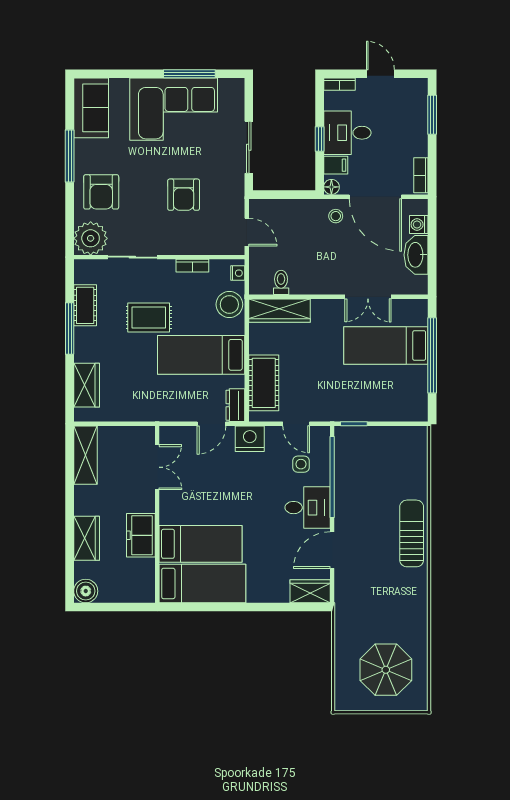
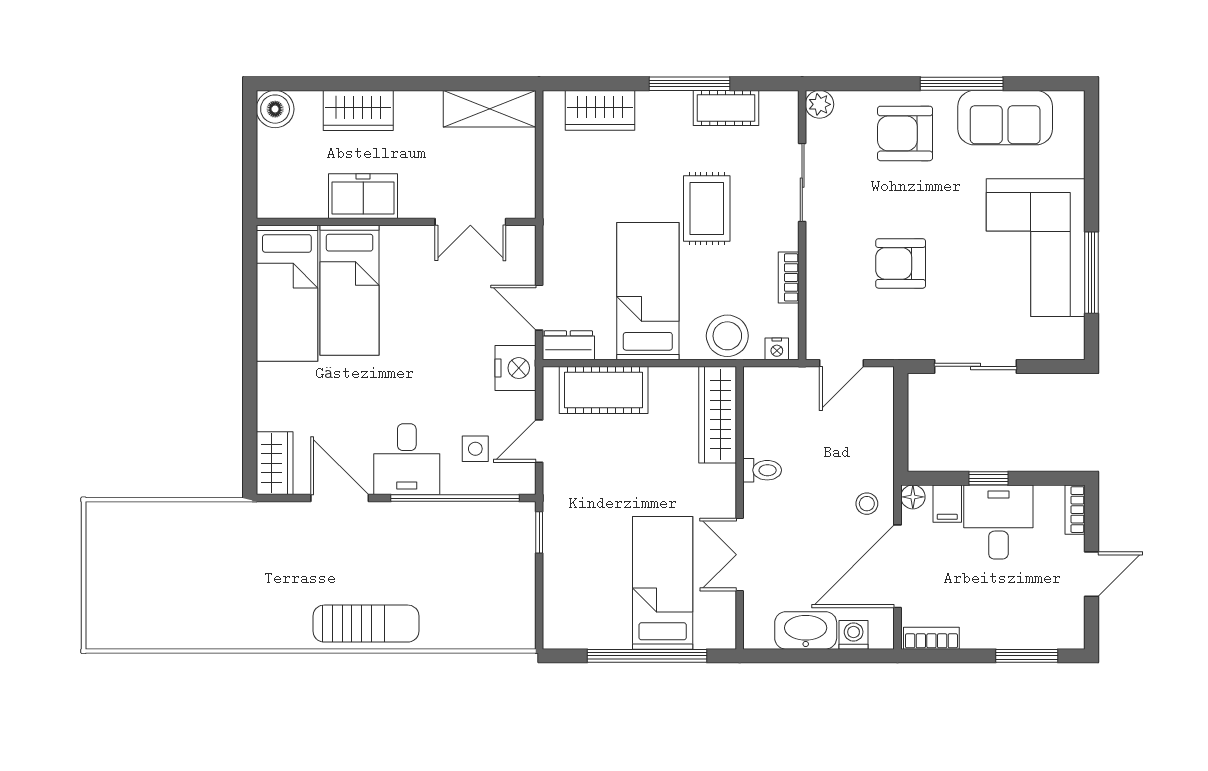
sofa: (91, 108) -> (1005, 118), moved
plant: (91, 238) -> (819, 104), width x0.53, depth x0.53
toilet: (281, 282) -> (762, 470), moved
parasol: (386, 670) -> (151, 583), removed

